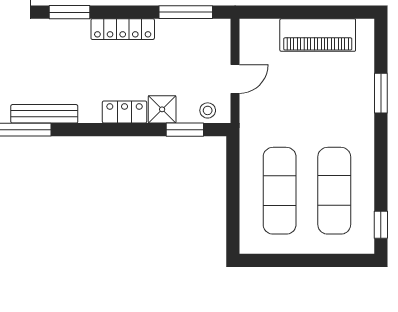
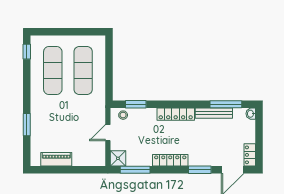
piano: (318, 35) -> (56, 159), width x0.73, depth x0.75
shower: (162, 109) -> (118, 158), moved
locker: (125, 112) -> (176, 114), width x1.53

